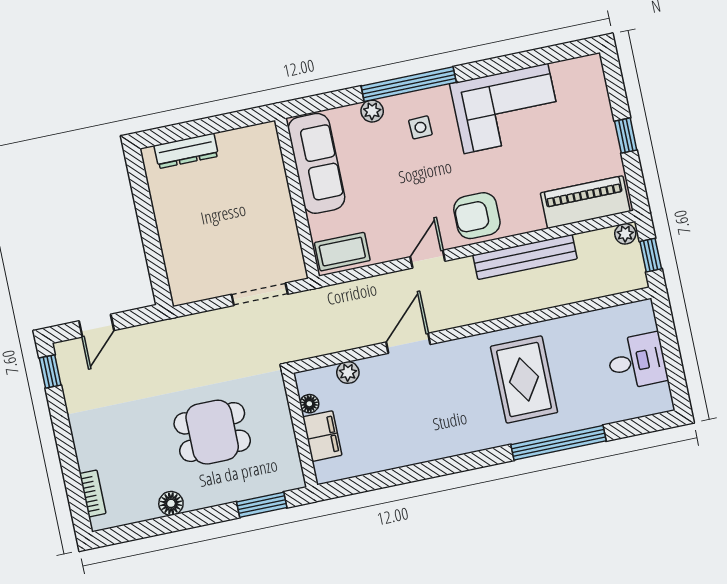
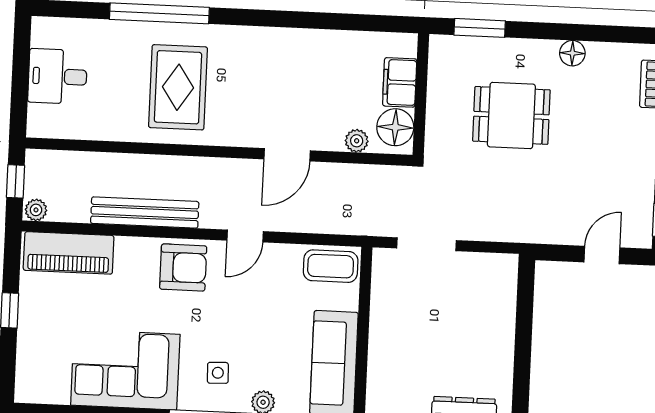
floor lamp: (309, 404) -> (395, 127), width x1.89, depth x1.89

